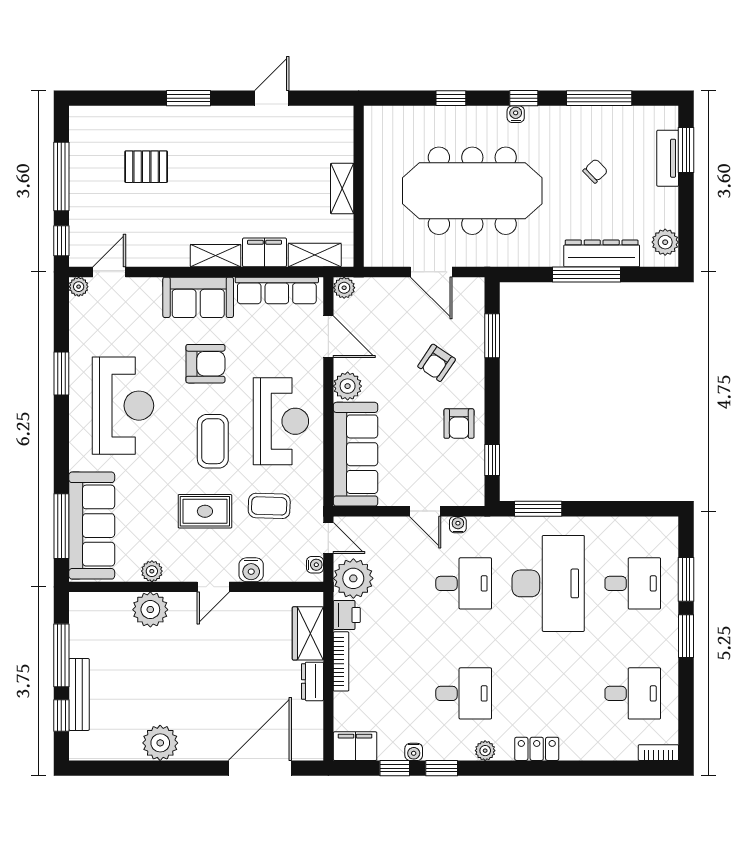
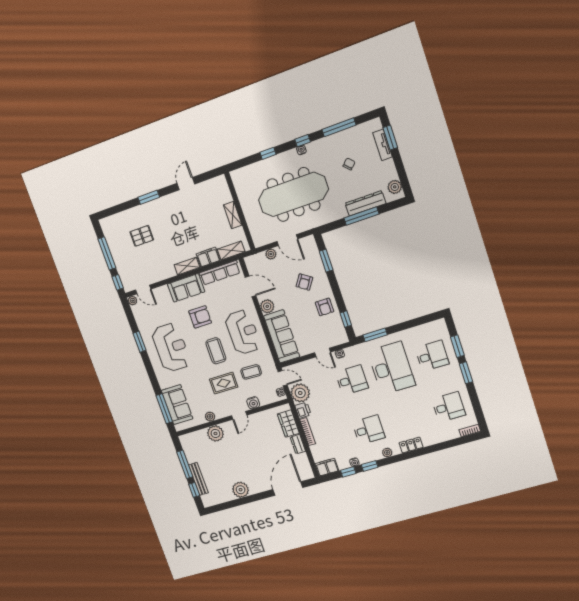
door: (109, 272) -> (143, 290), swing flipped
plant: (344, 288) -> (271, 254), moved
sofa: (92, 526) -> (177, 405), width x0.73

